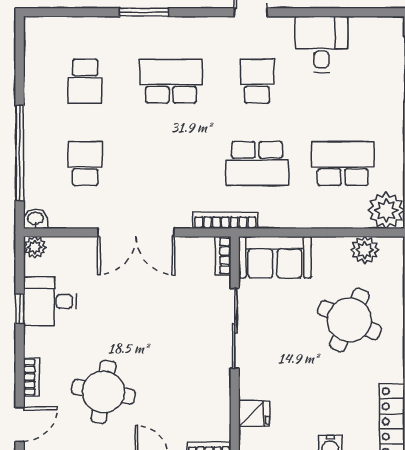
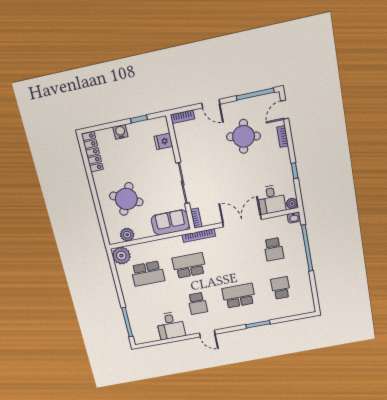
school desk: (171, 81) -> (239, 296), turned 180
desk: (50, 301) -> (271, 199), moved, turned 90

